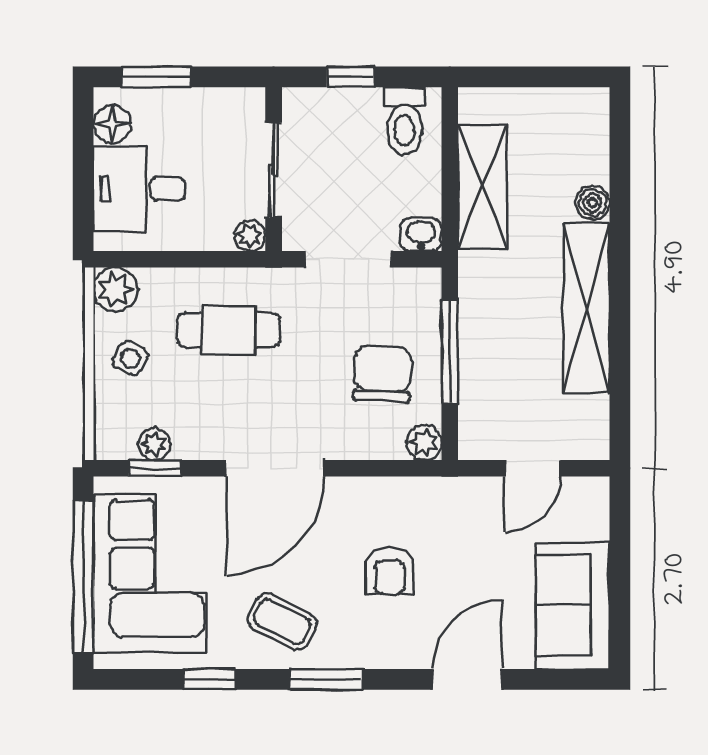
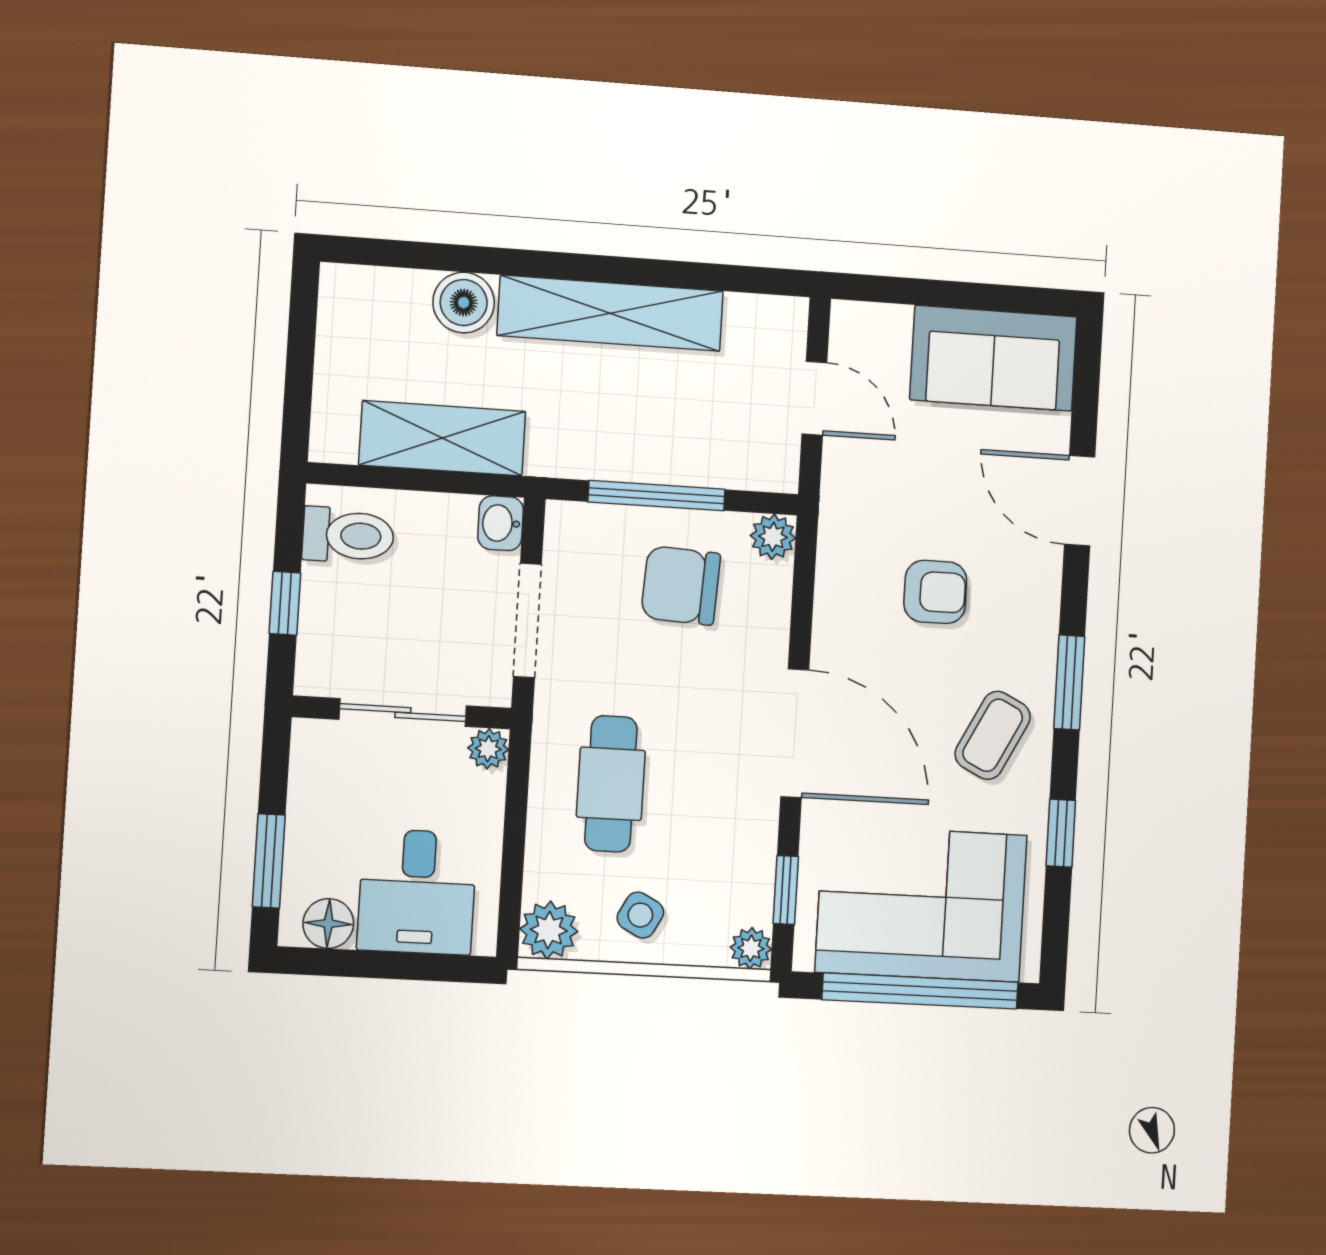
boiler: (593, 203) -> (464, 303), width x1.36, depth x1.36
plant: (154, 444) -> (751, 948), moved

